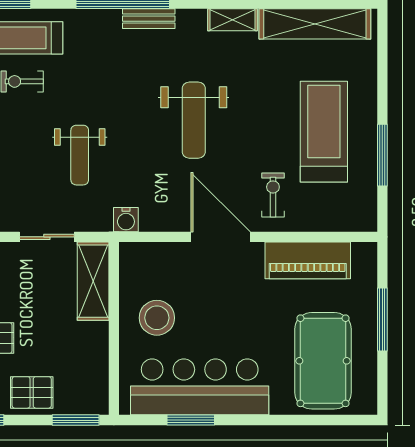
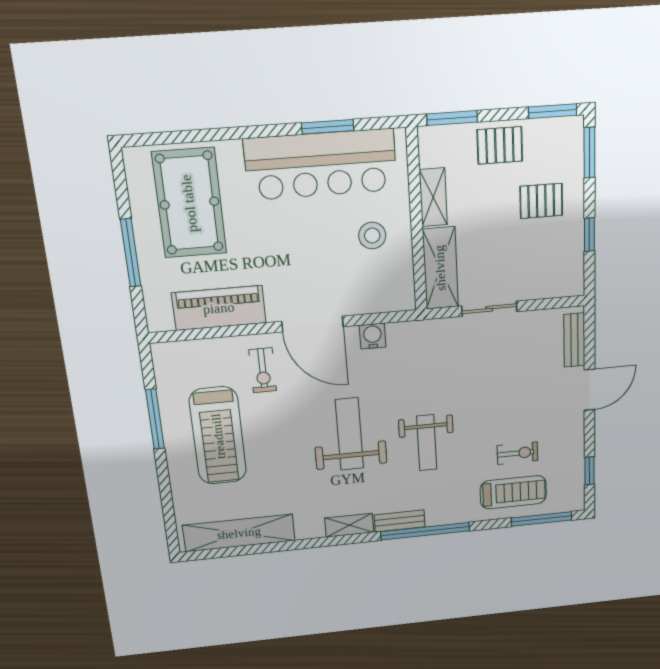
shelving: (232, 20) -> (349, 525), moved
weight bench: (80, 155) -> (427, 443), moved, turned 180
water cooler: (126, 220) -> (373, 336), moved
stool: (157, 318) -> (372, 236), width x0.73, depth x0.73
shelving: (97, 349) -> (433, 197), added

